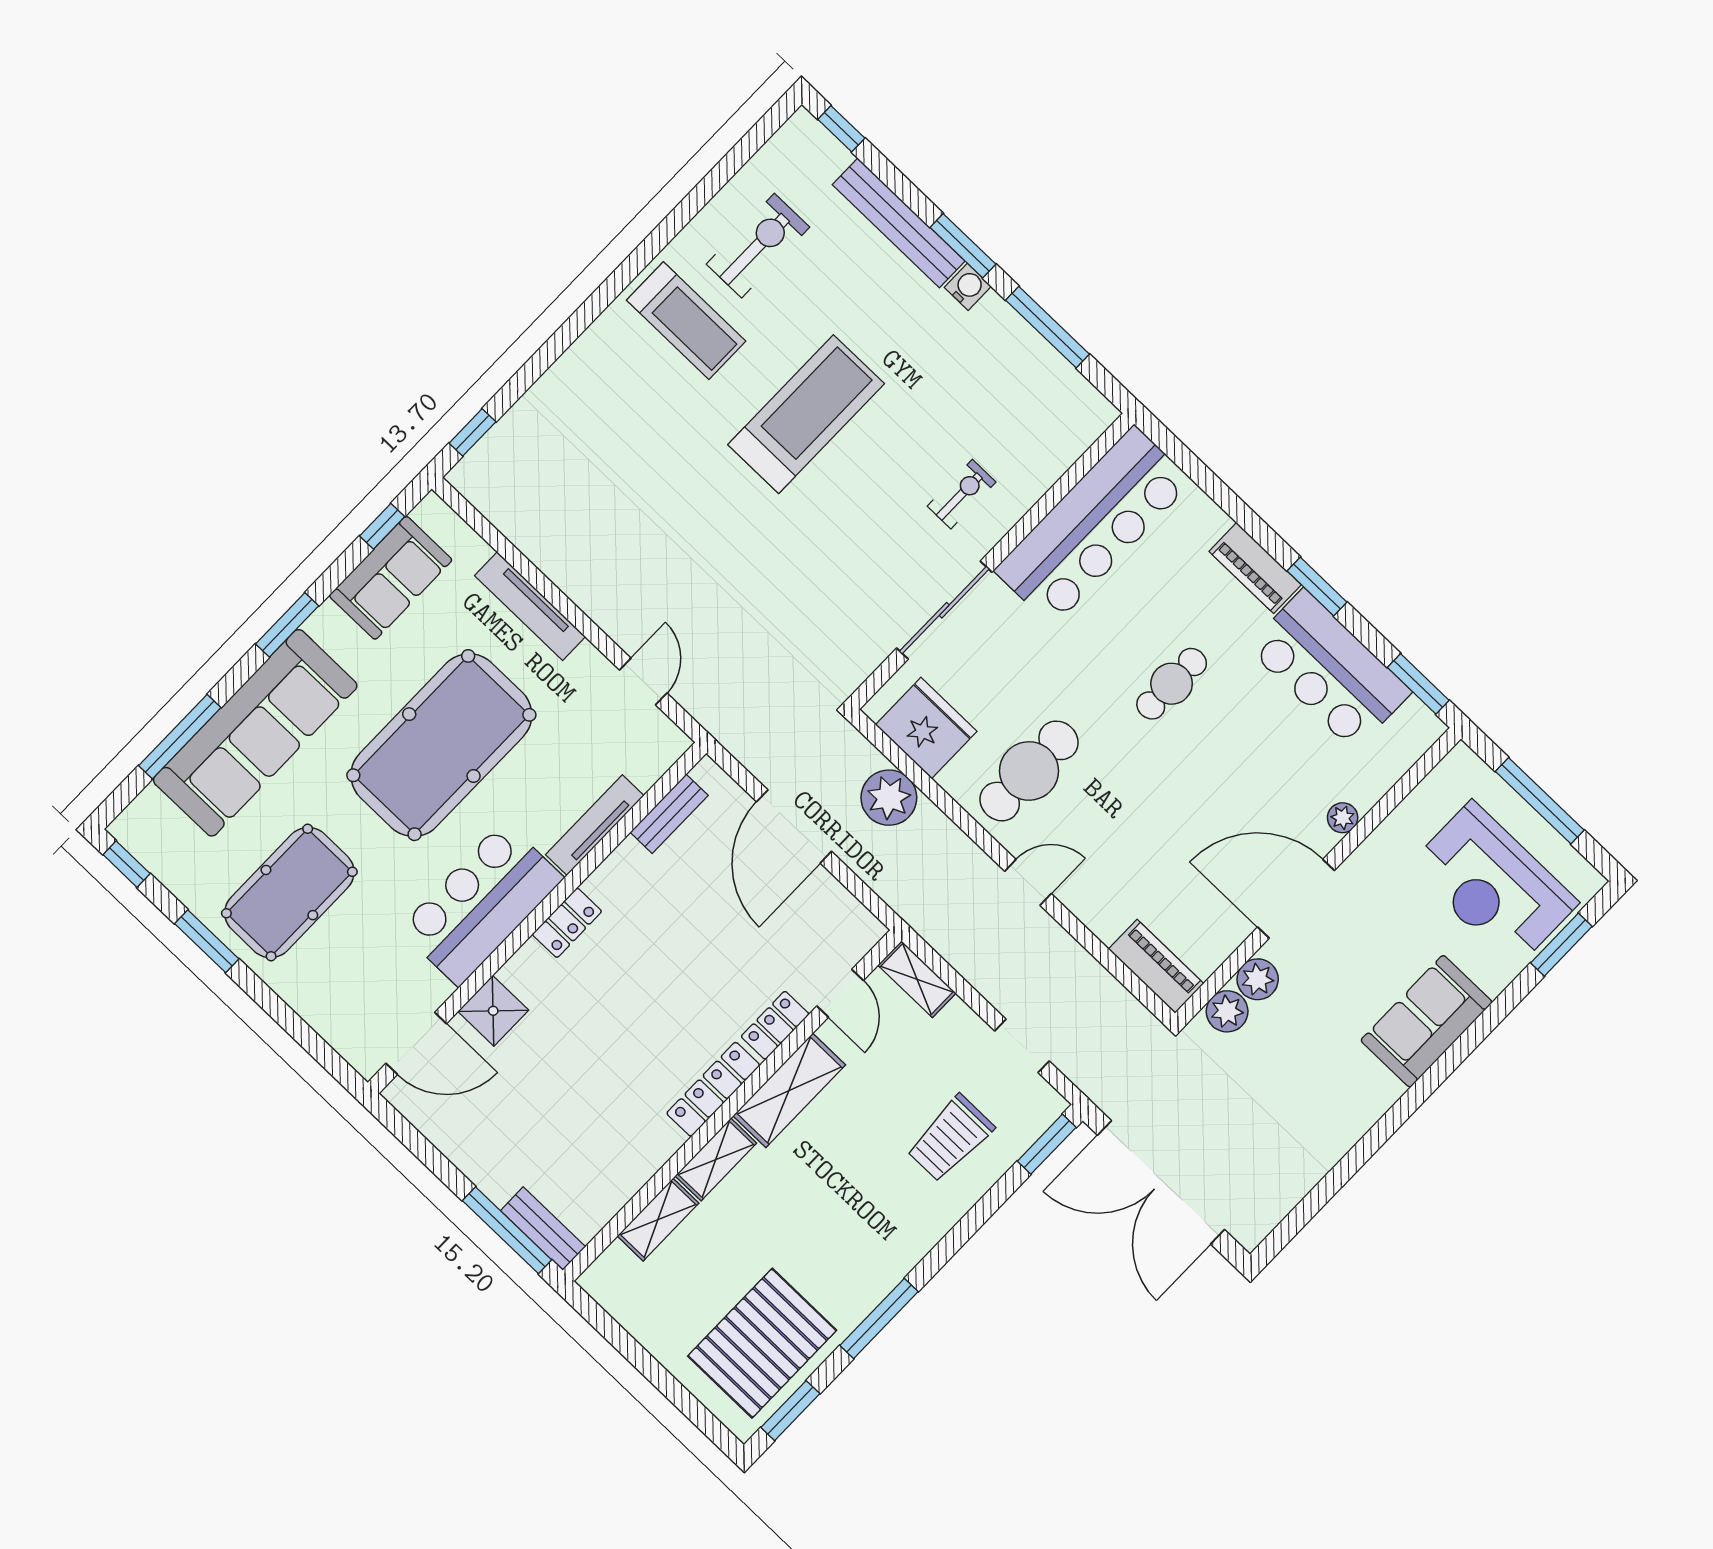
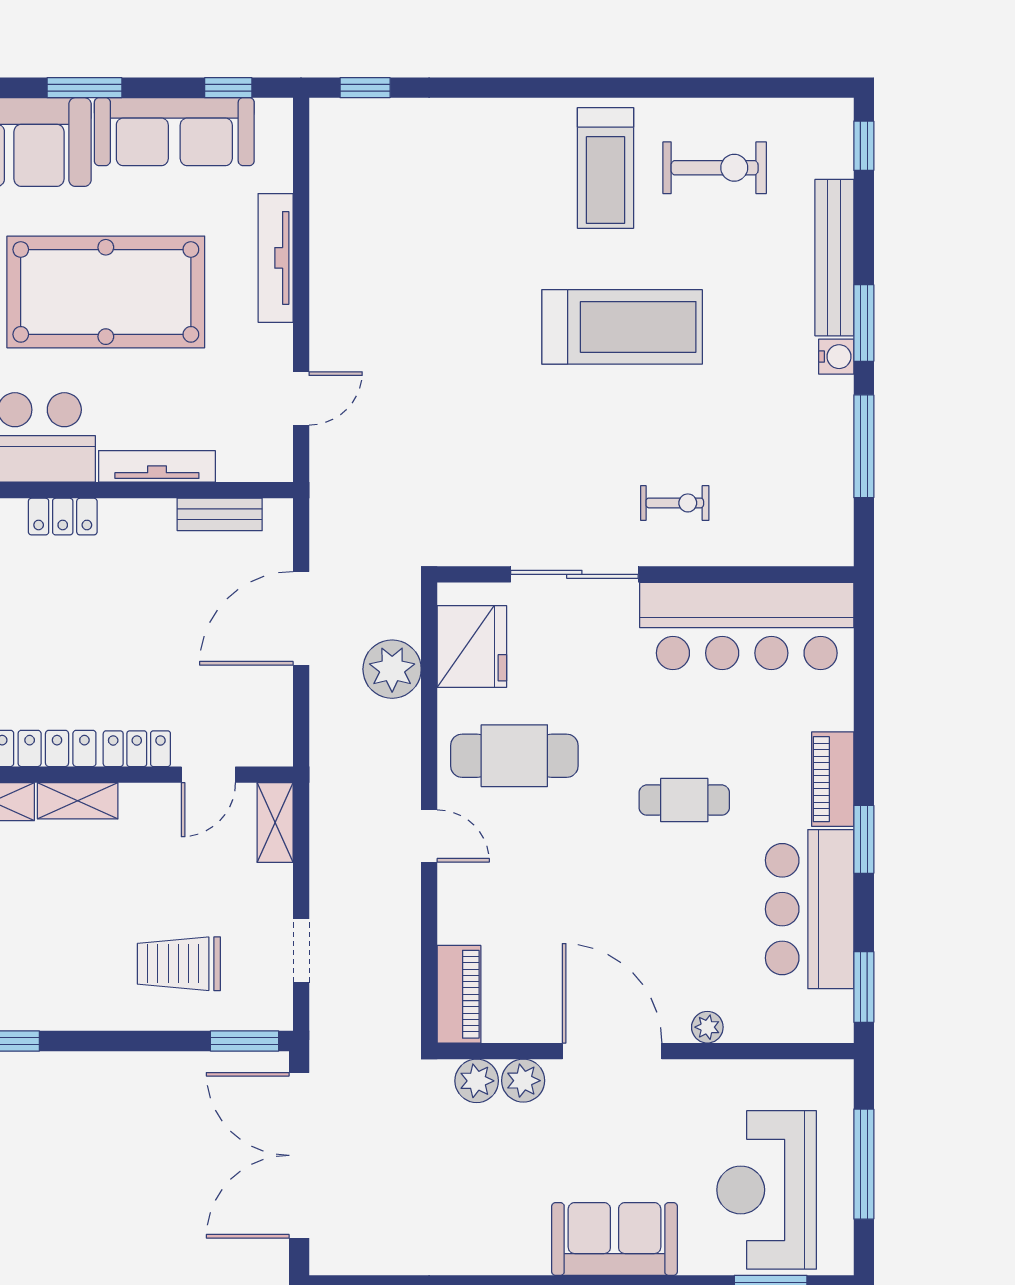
sofa: (391, 578) -> (174, 132), width x1.36
shelving: (789, 1090) -> (78, 801), width x0.67, depth x0.75

